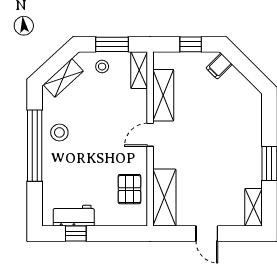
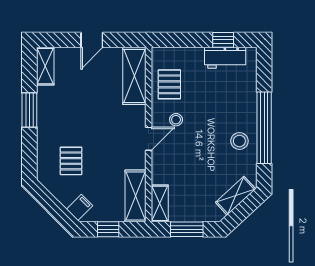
stool: (102, 67) -> (176, 120), moved
shelving: (163, 95) -> (135, 196), moved
pallet: (228, 113) -> (71, 161), added
door: (207, 233) -> (92, 40), swing flipped

